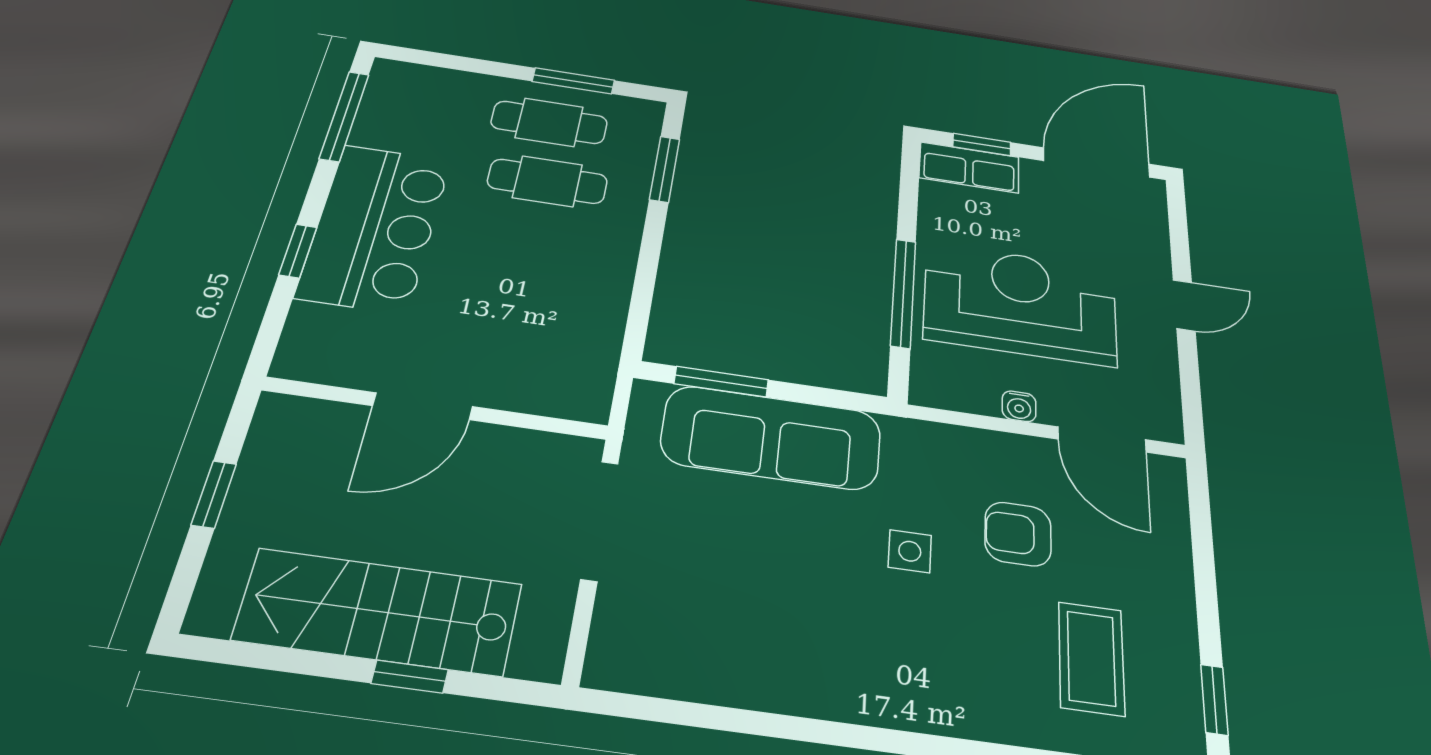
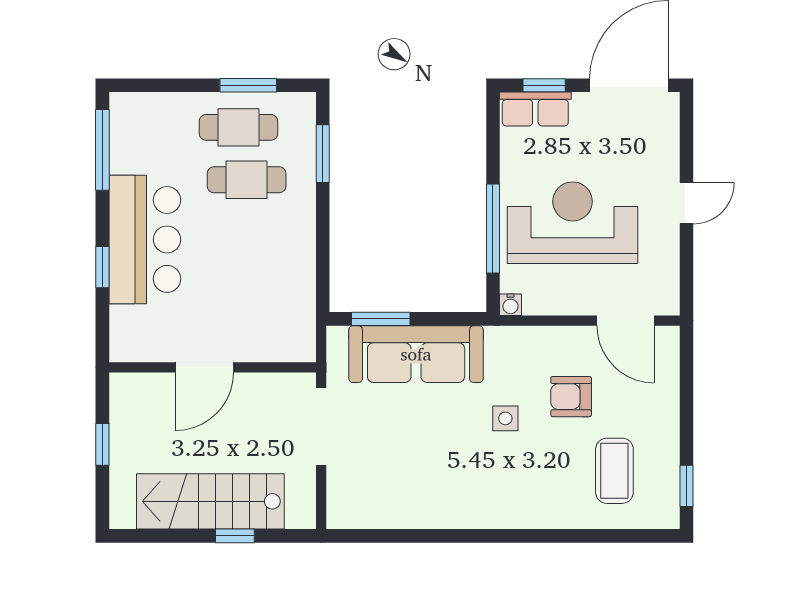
water cooler: (1019, 406) -> (511, 305), moved

